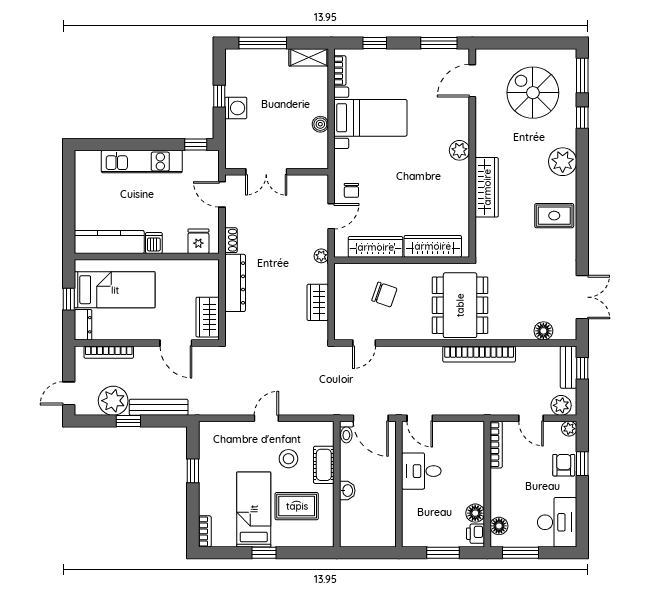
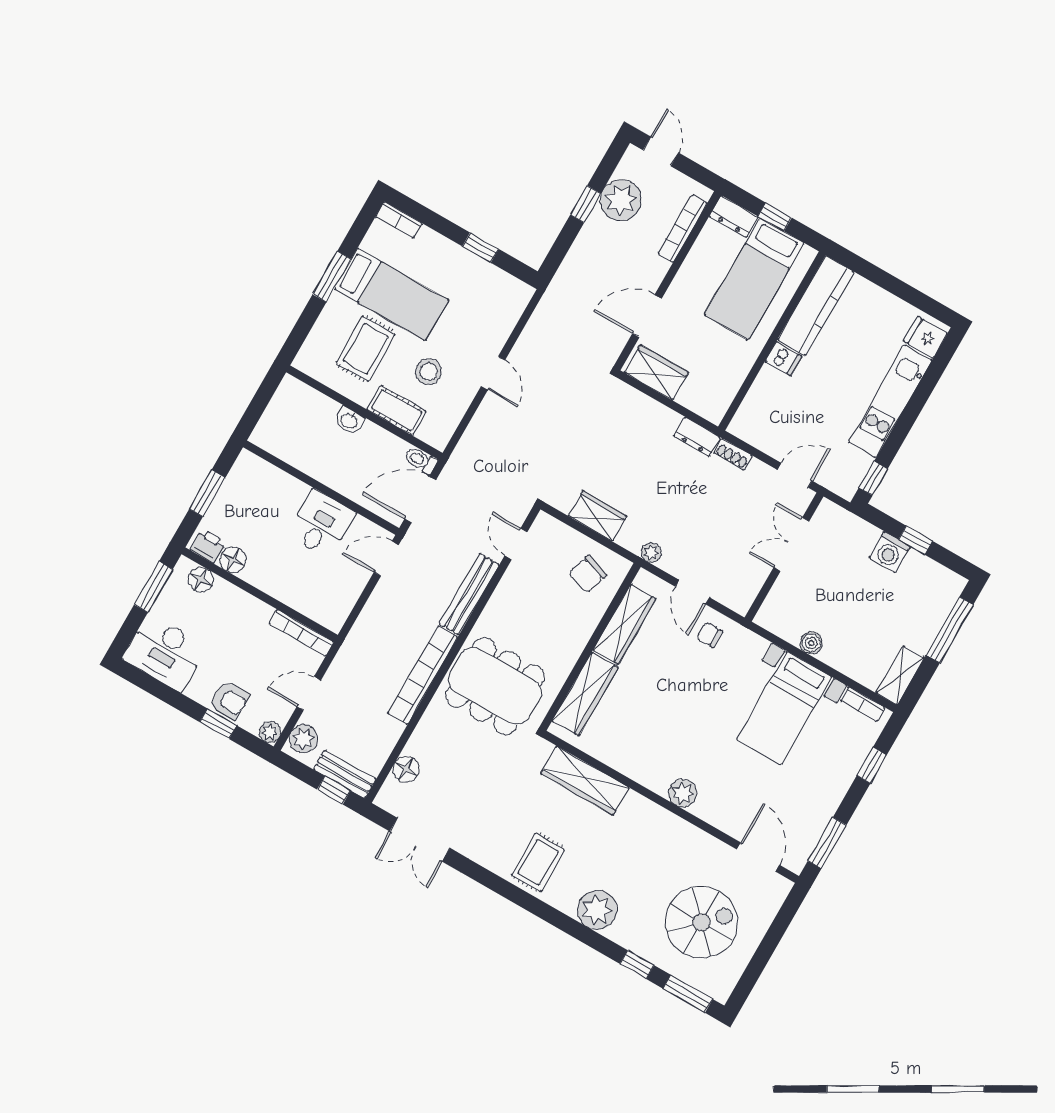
wardrobe: (487, 187) -> (585, 781), moved
fridge: (198, 241) -> (925, 337), moved, turned 180
dresser: (235, 283) -> (697, 437), width x0.51, depth x0.80
chair: (384, 294) -> (588, 574), moved
bench: (159, 407) -> (469, 594), moved
window: (264, 553) -> (332, 277), width x1.50

